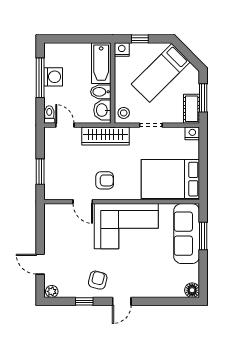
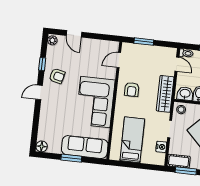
door: (65, 125) -> (177, 64), hinge flipped
nightstand: (192, 133) -> (161, 147), moved
bed: (170, 179) -> (132, 140), width x0.67
door: (83, 202) -> (119, 60), moved
window: (203, 236) -> (71, 158), moved
door: (40, 264) -> (74, 34), swing flipped
door: (122, 301) -> (39, 92), hinge flipped

